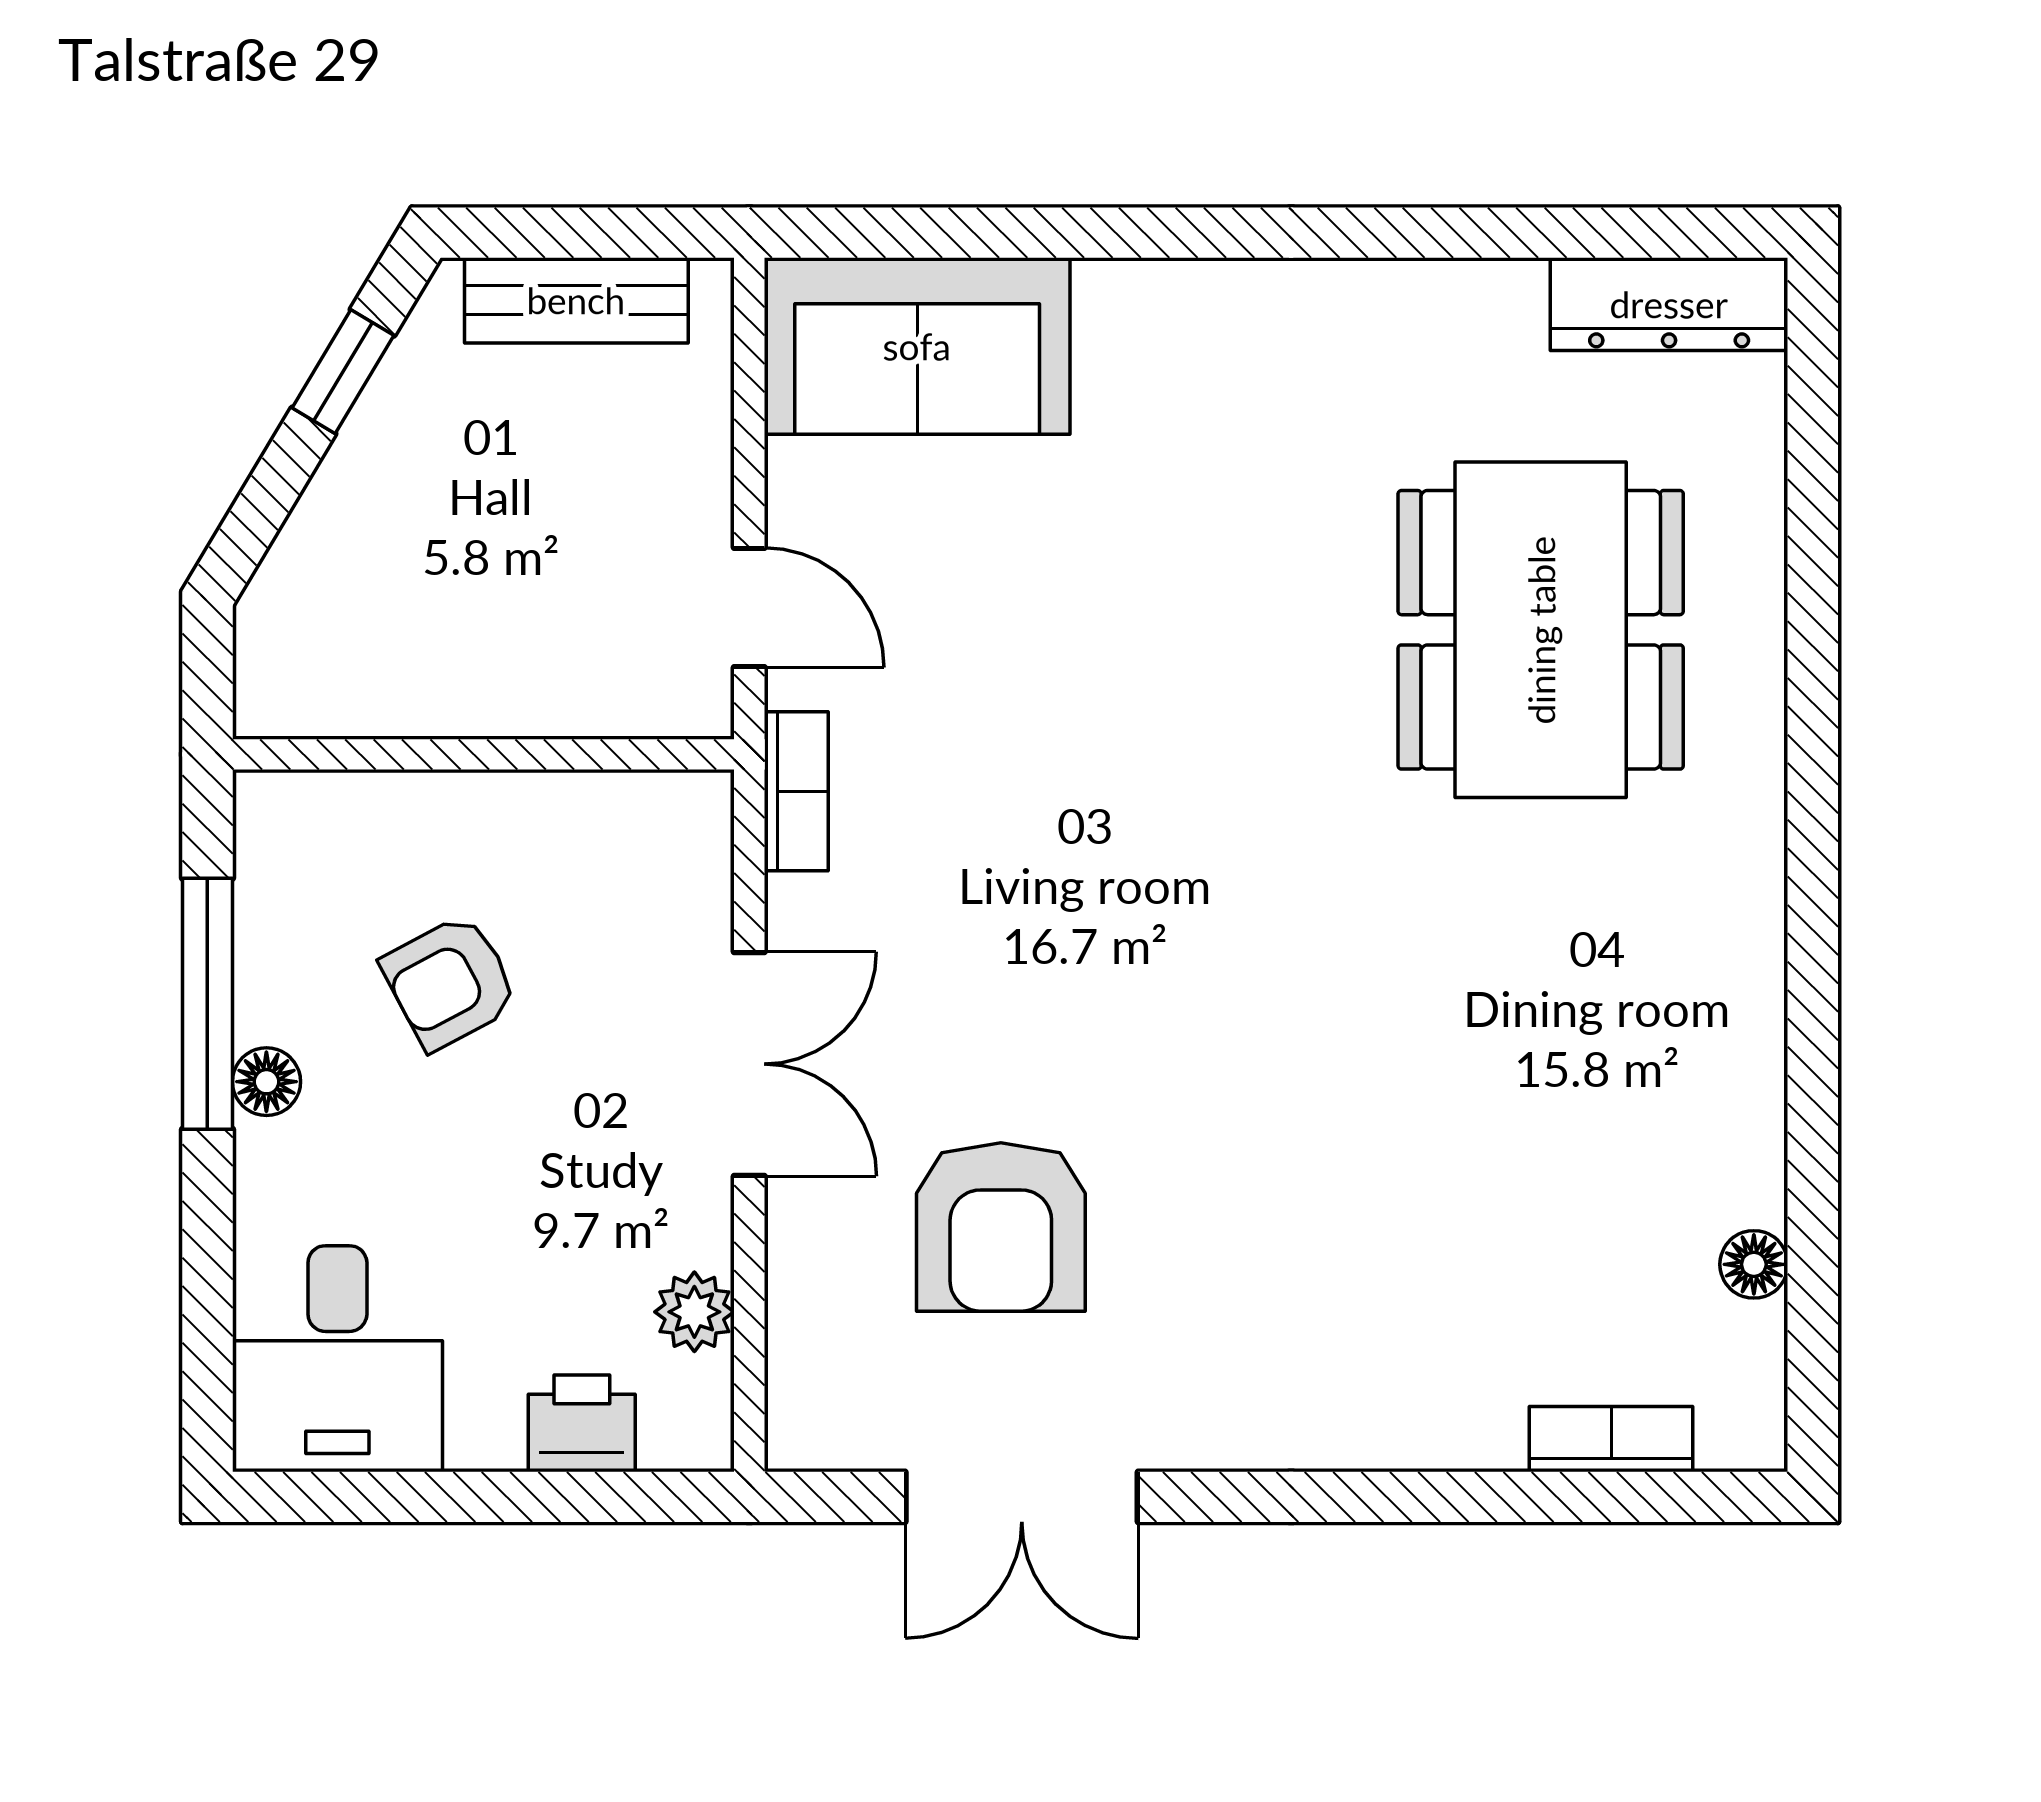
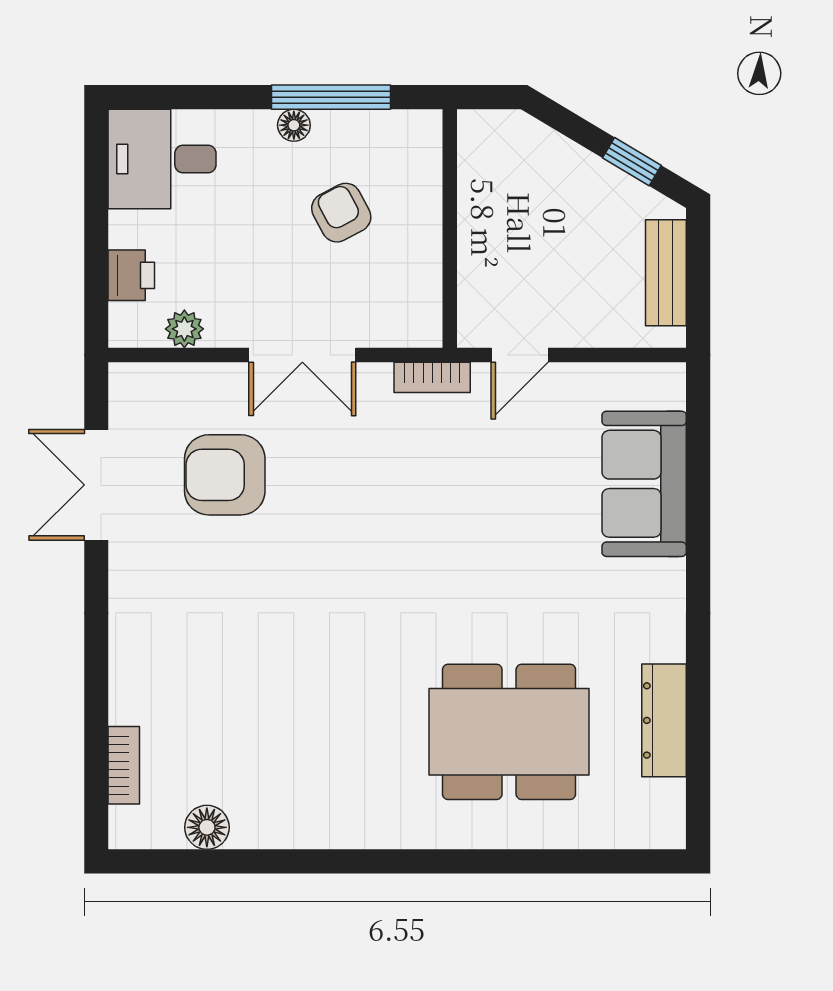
dresser: (1669, 304) -> (664, 720), moved
sofa: (917, 346) -> (644, 484), moved
floor lamp: (1754, 1264) -> (207, 827), width x1.37, depth x1.37

